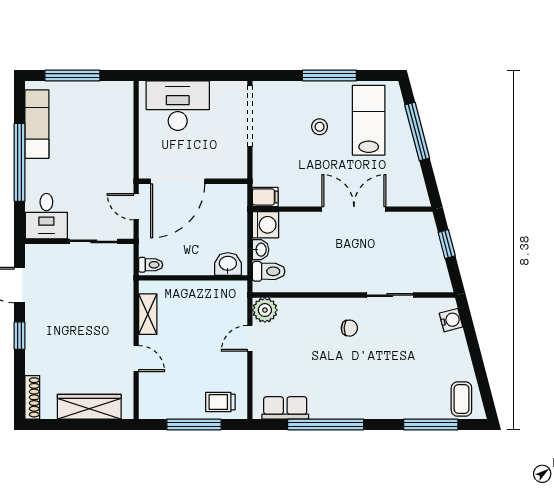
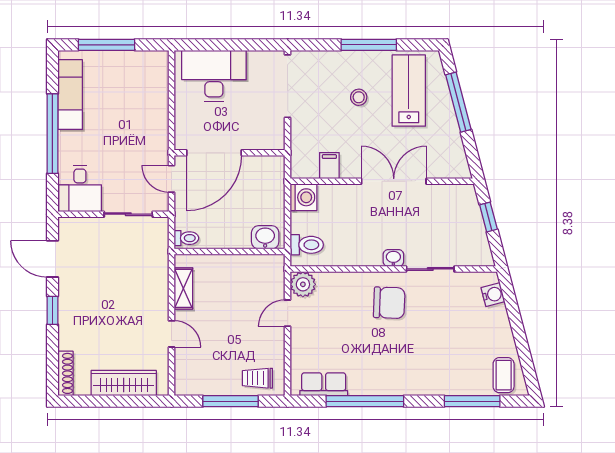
filing cabinet: (265, 197) -> (329, 166), moved, turned -90
washbasin: (261, 250) -> (393, 258), moved, turned -90
chair: (349, 328) -> (389, 303), width x1.87, depth x1.87

